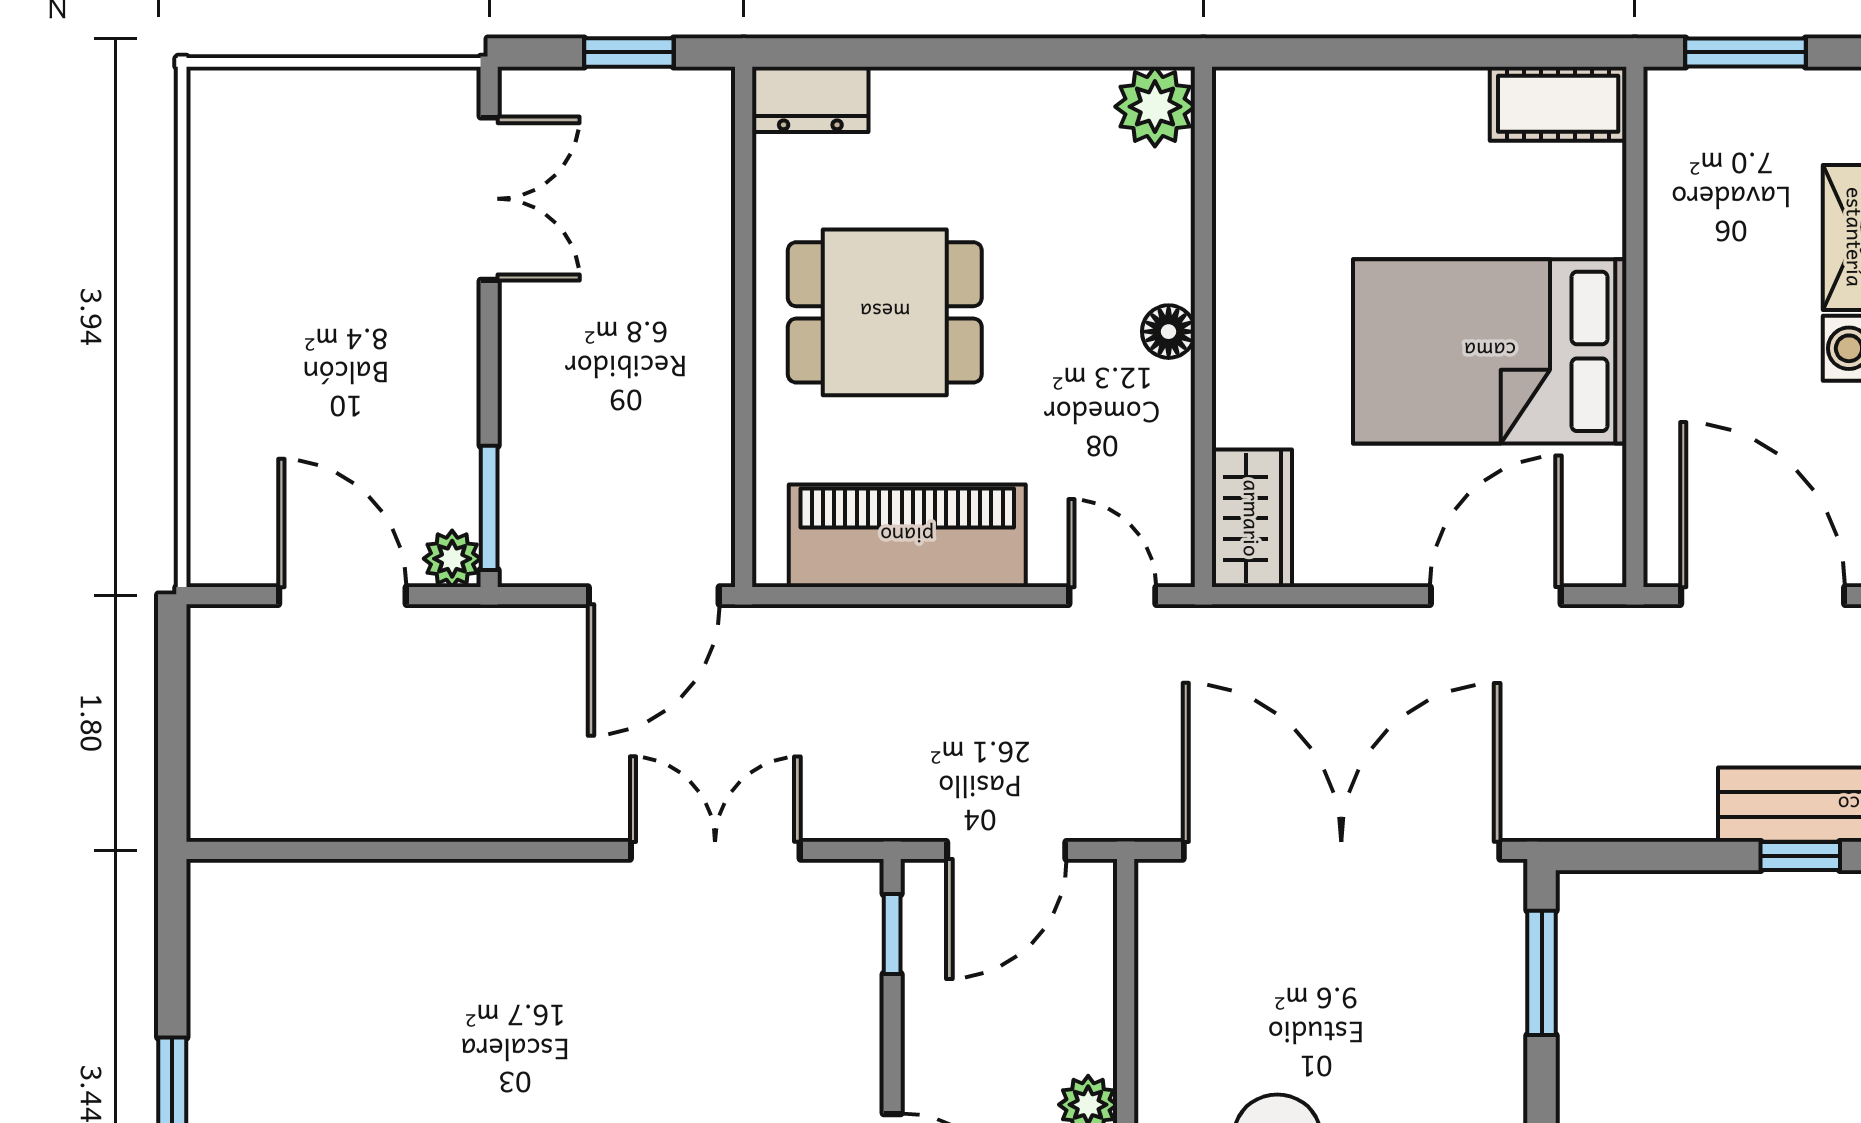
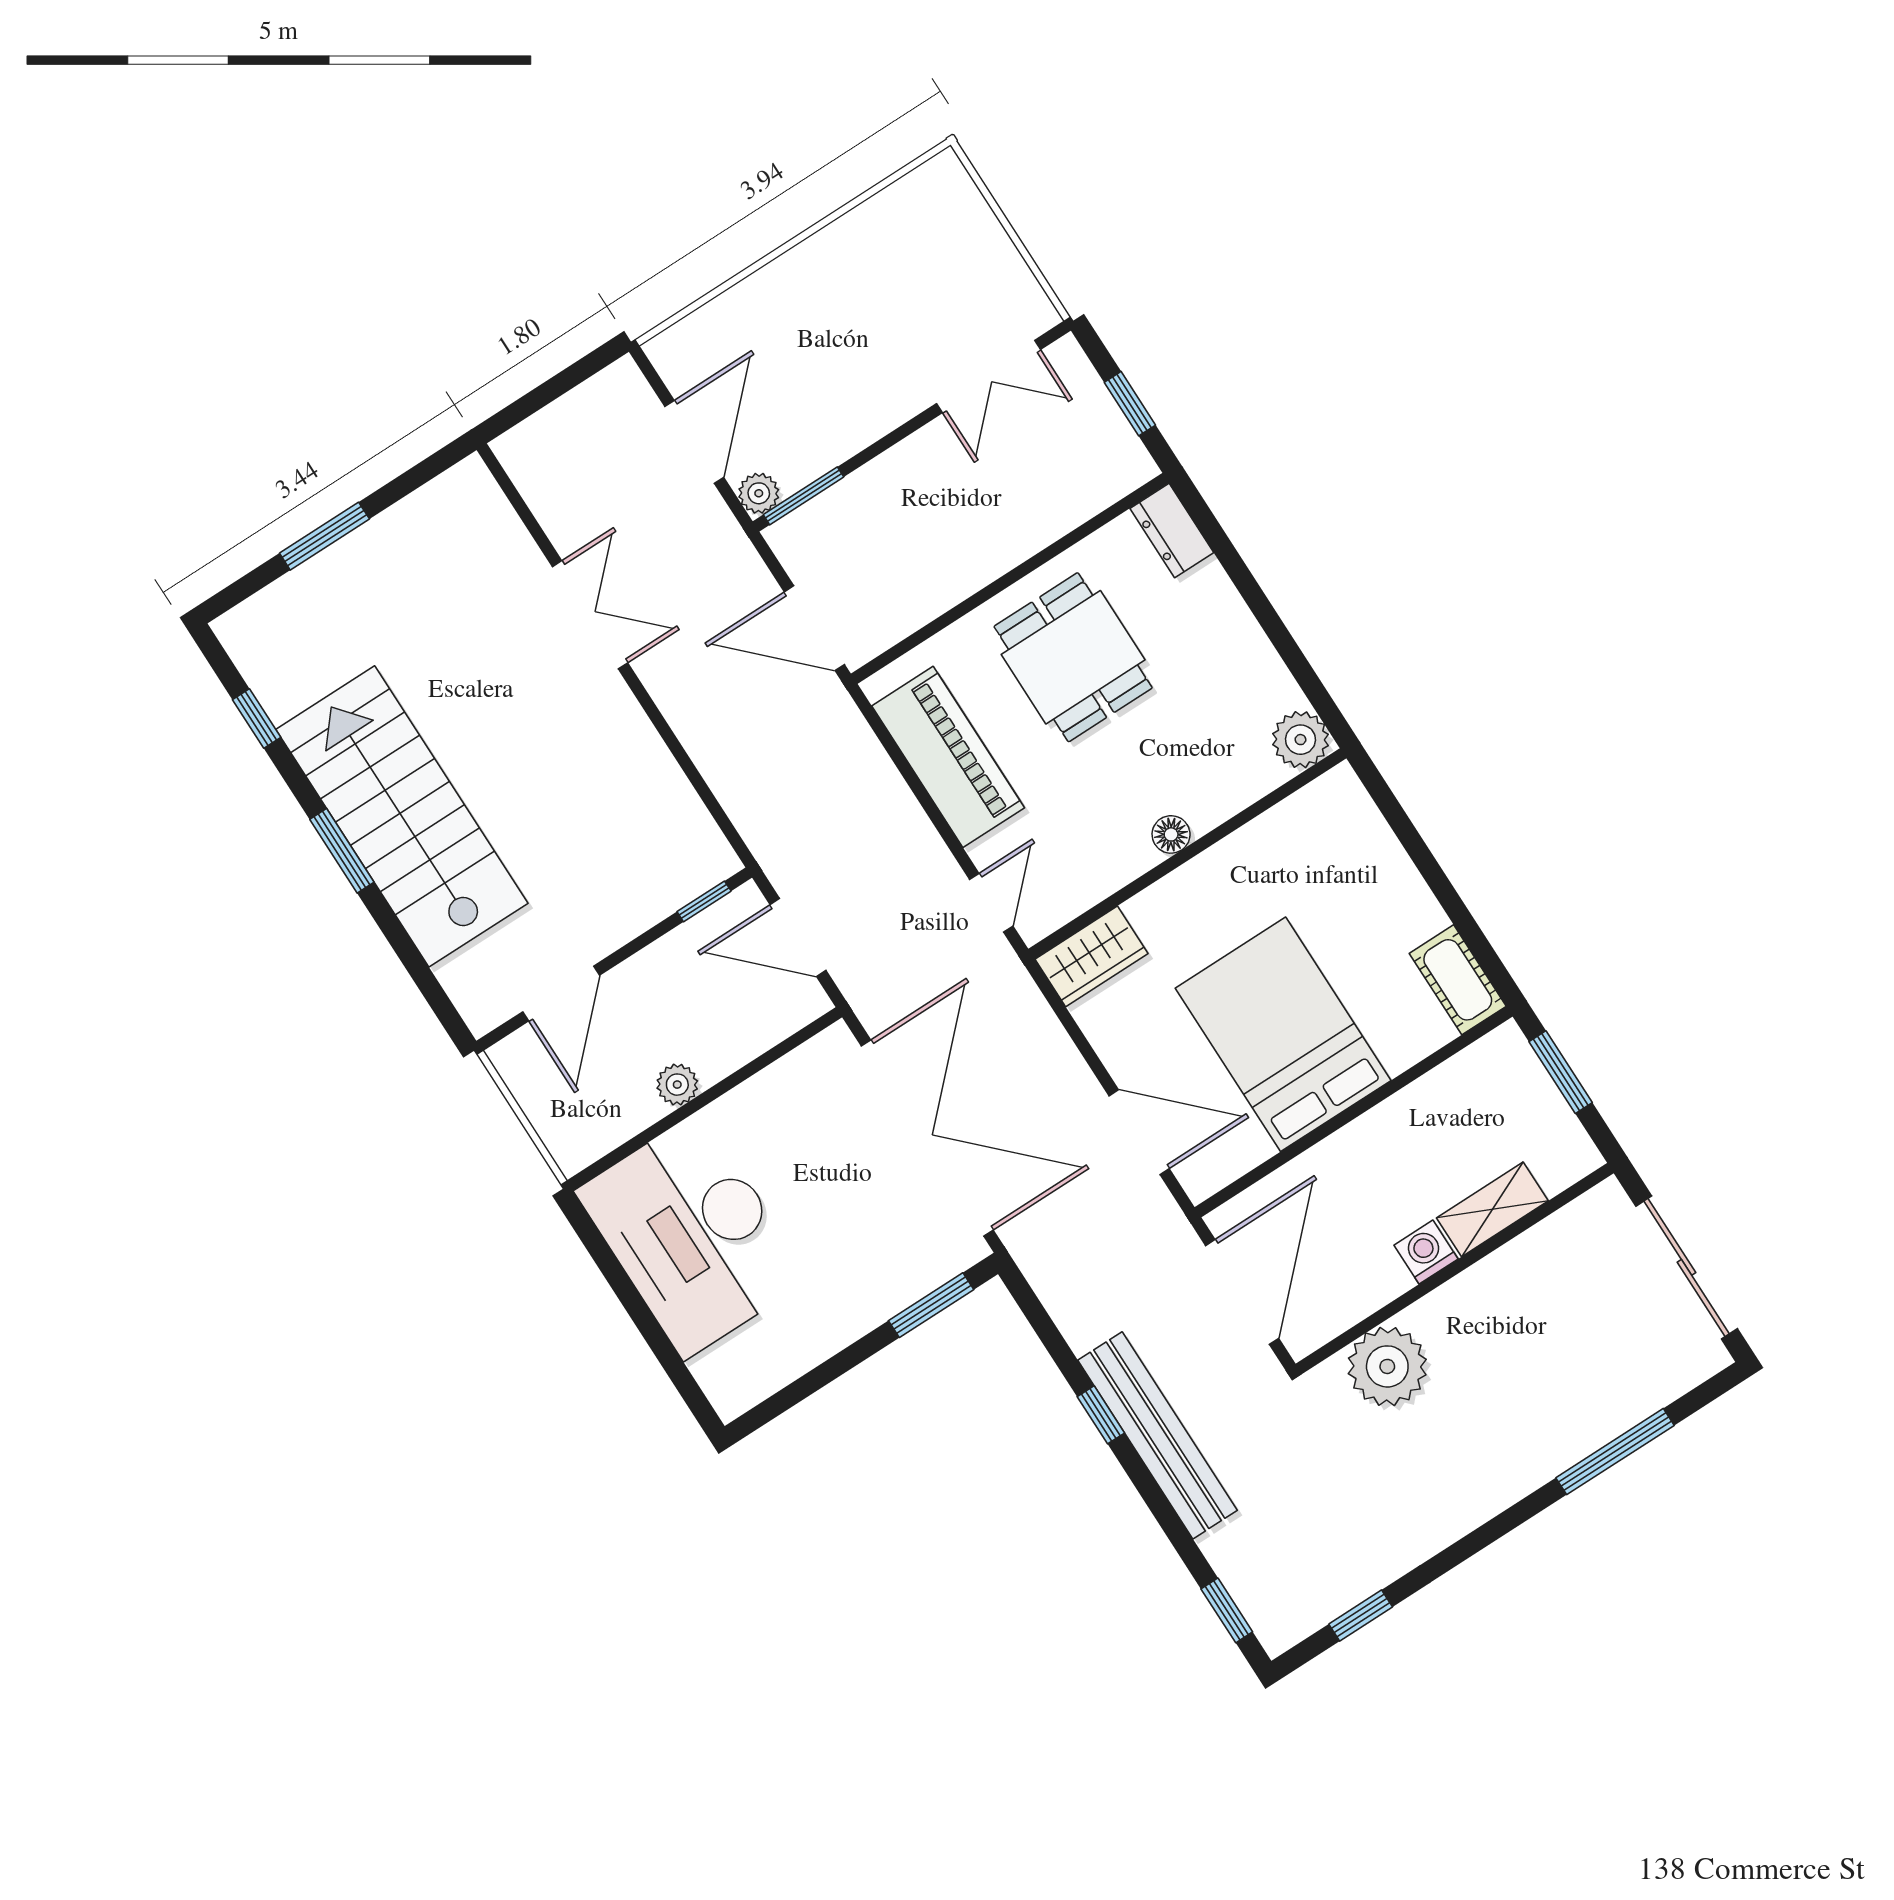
double door: (715, 850) -> (590, 615), moved

